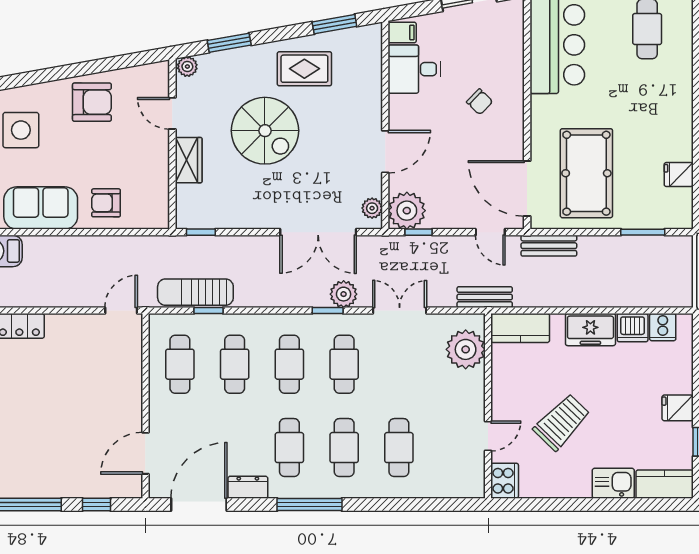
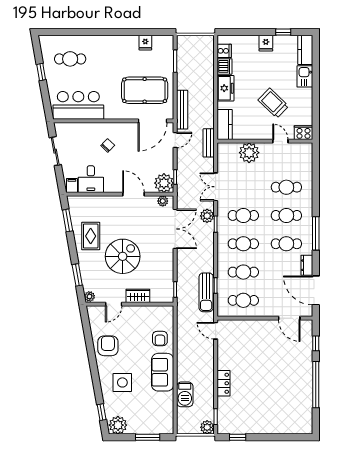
bench: (549, 246) -> (182, 110), width x1.36
plant: (466, 349) -> (249, 153), moved

